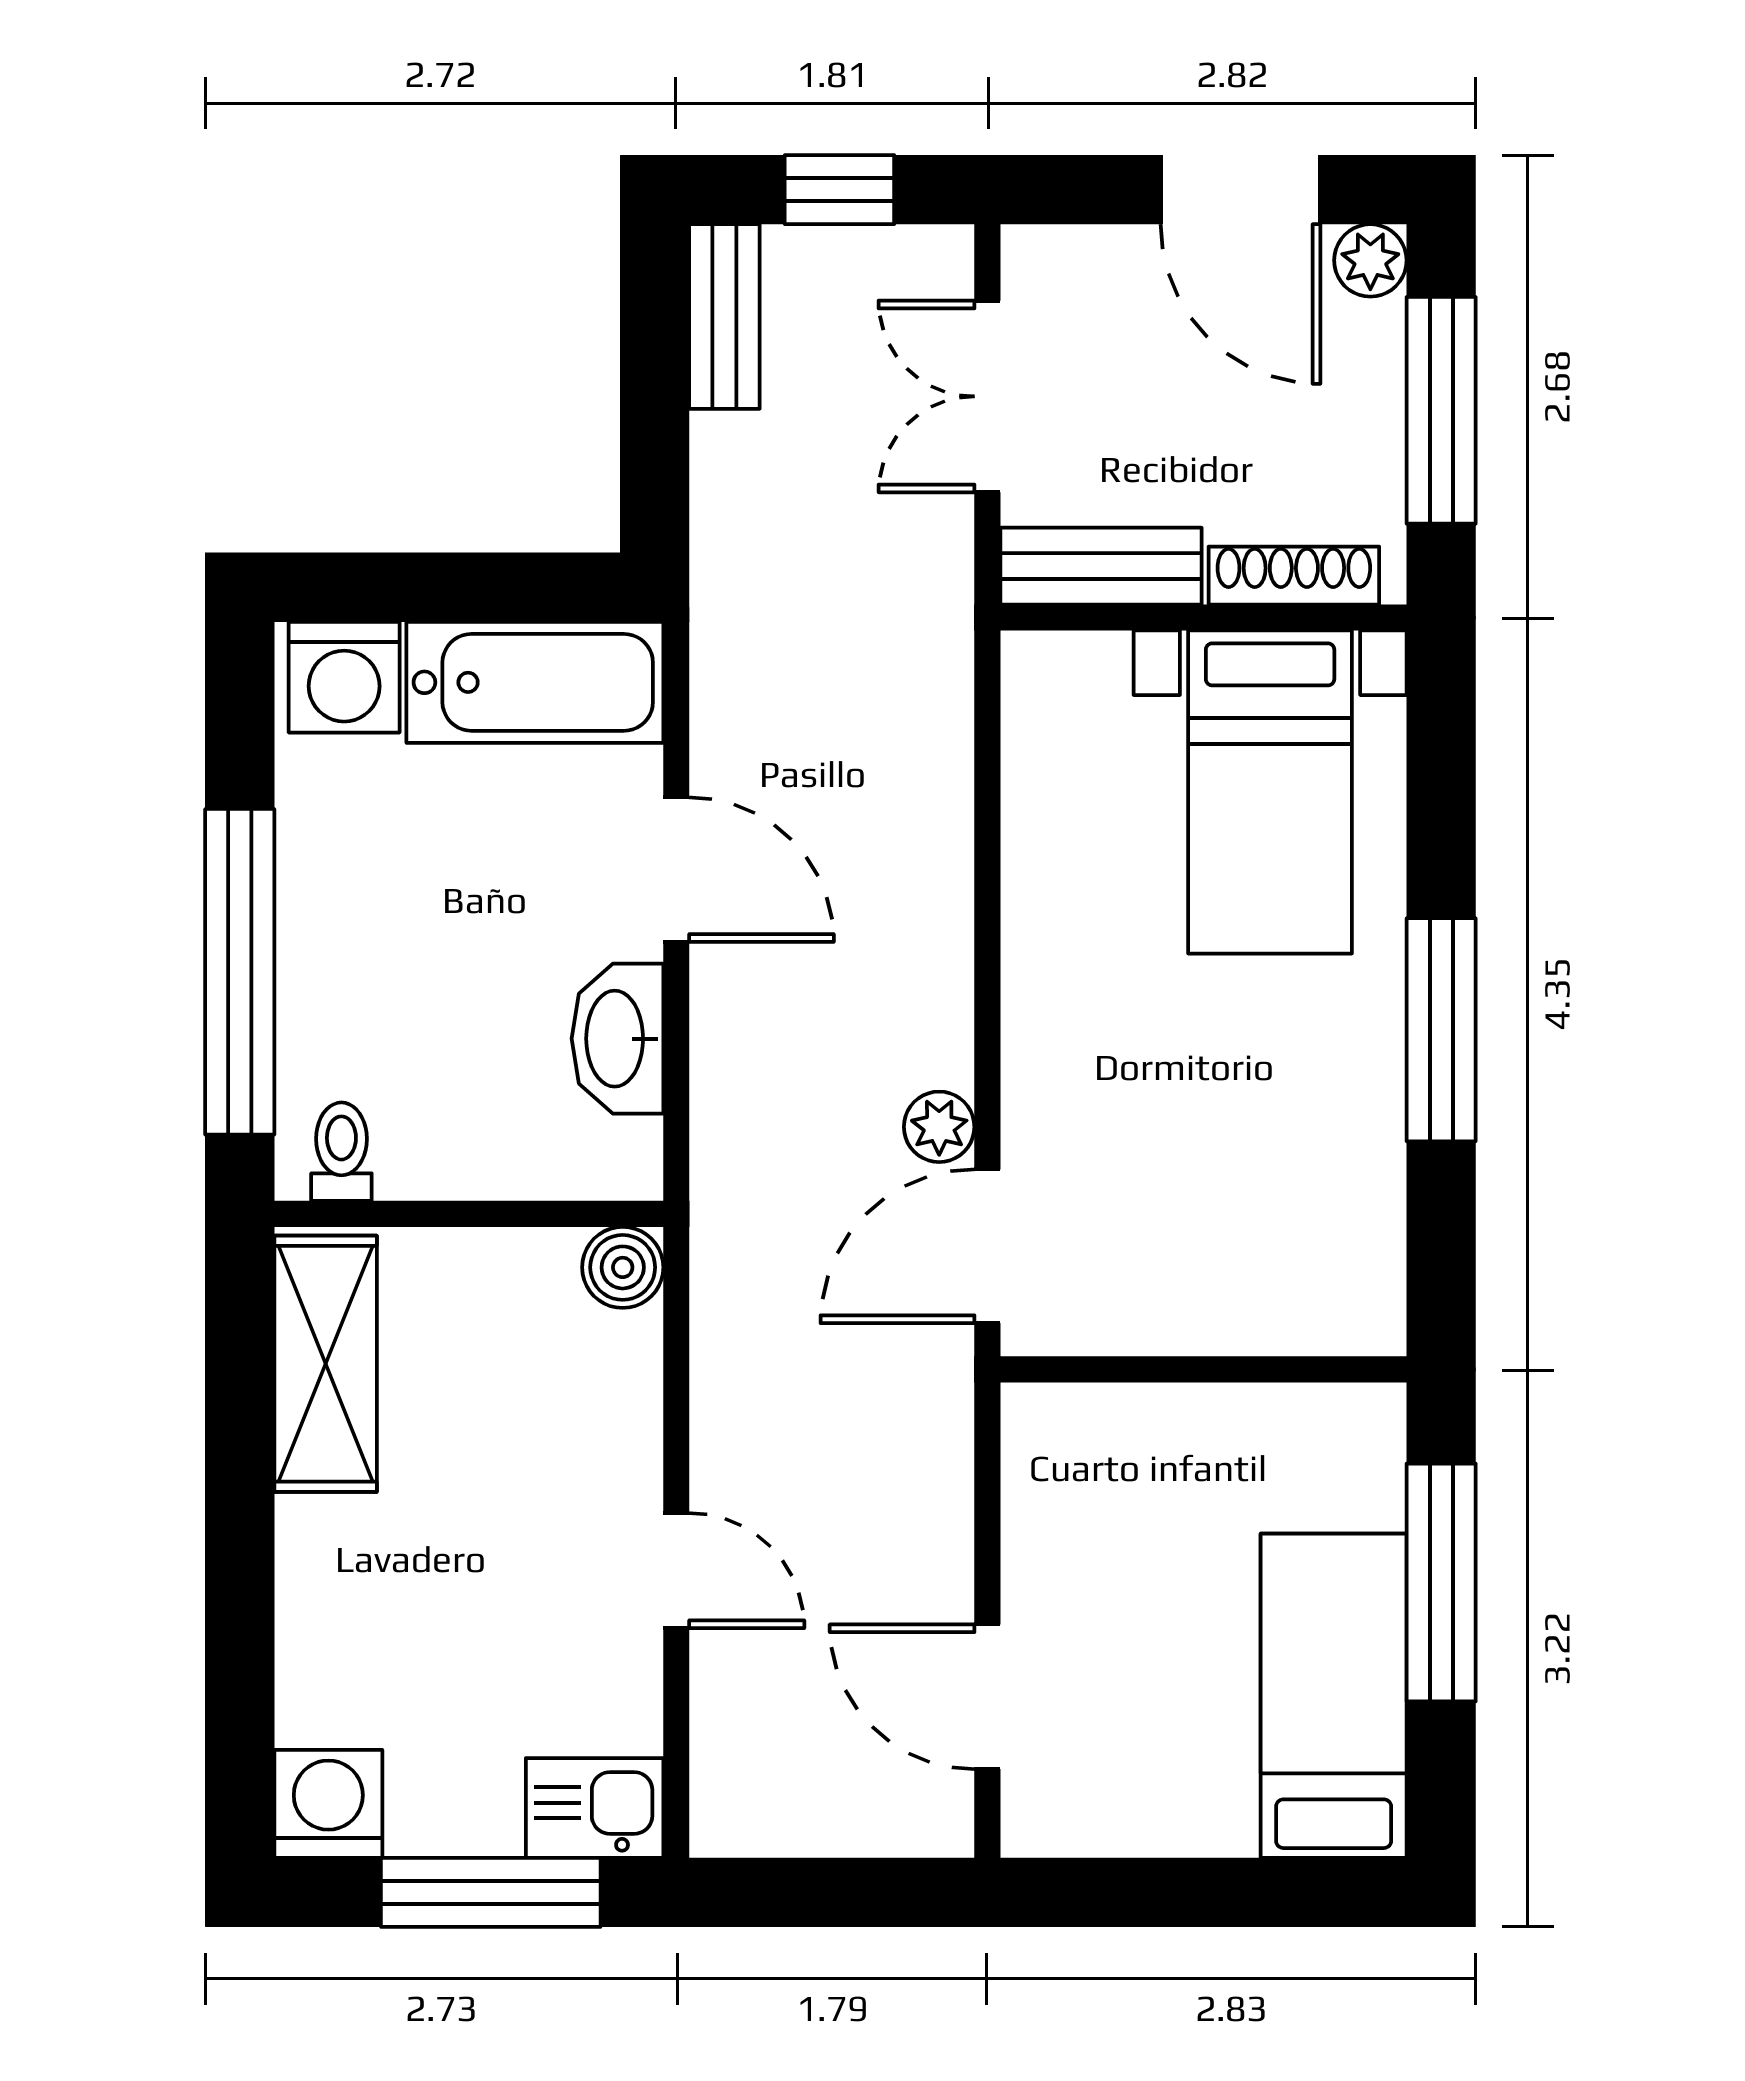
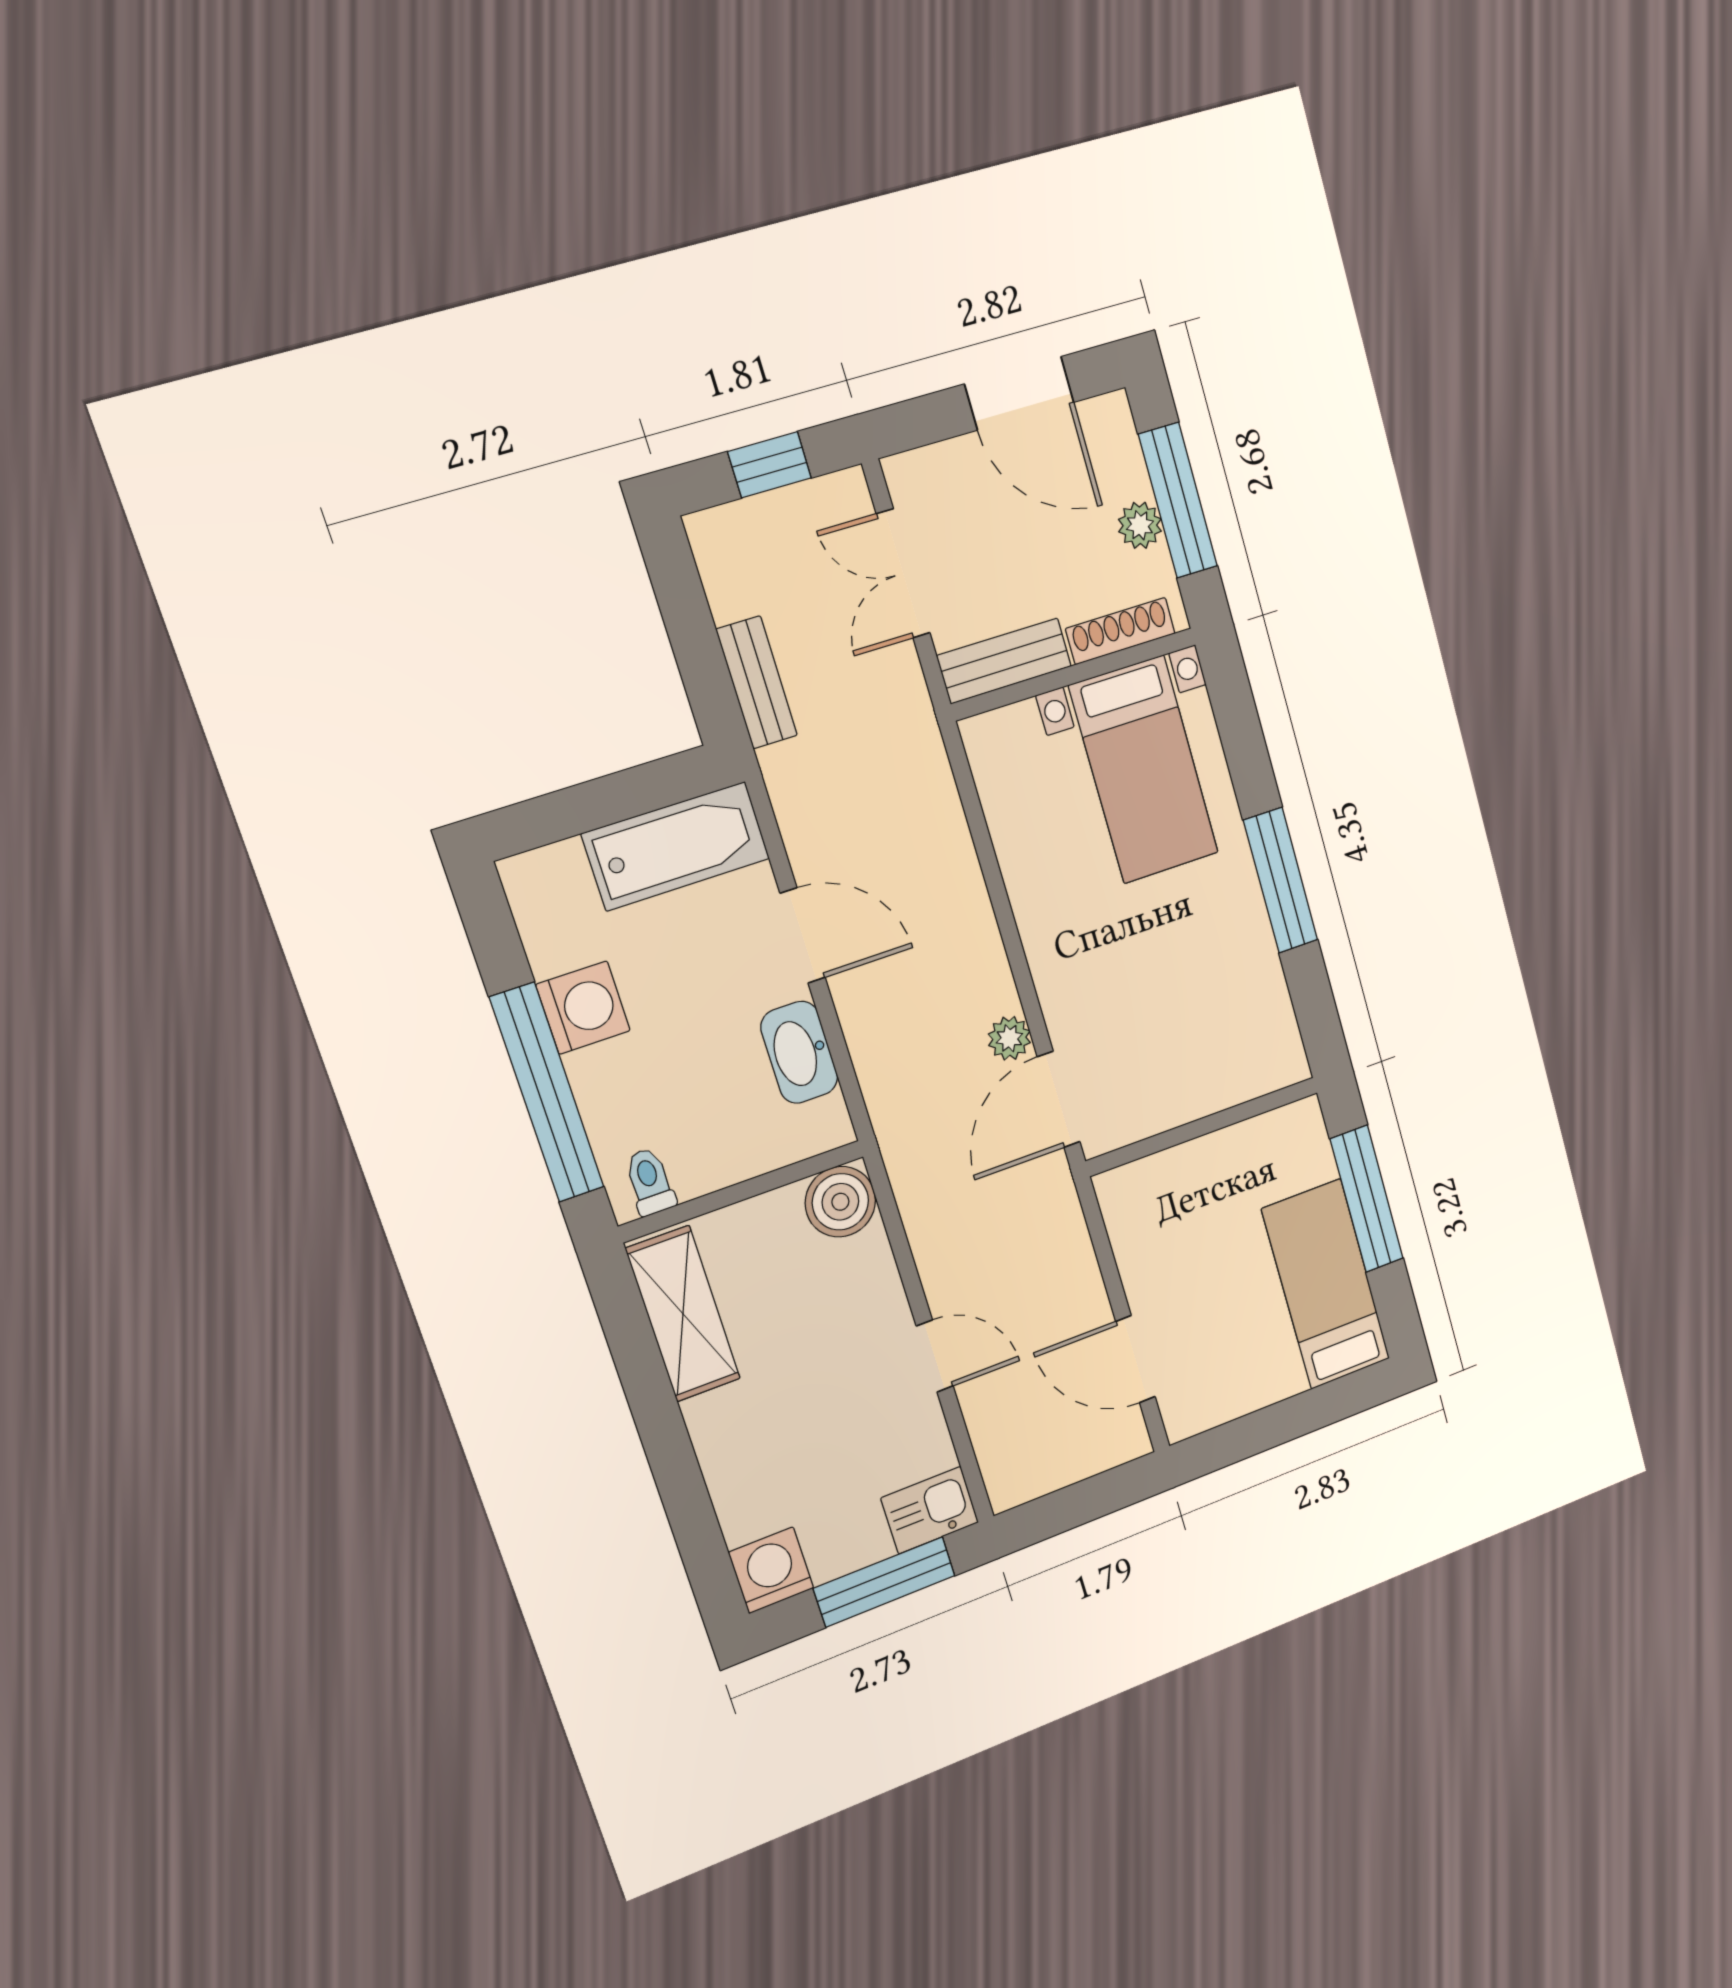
plant: (1370, 260) -> (1140, 525), moved
bench: (724, 317) -> (757, 682), moved
washing machine: (344, 677) -> (583, 1008), moved, turned -90
boiler: (623, 1267) -> (840, 1202), width x1.36, depth x1.36

